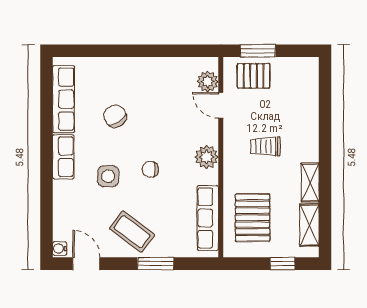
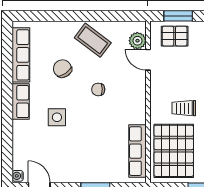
trolley: (265, 146) -> (184, 108), moved
plant: (207, 157) -> (137, 102), removed
chair: (150, 169) -> (98, 89), moved
pallet: (253, 218) -> (174, 151), width x1.37, depth x1.41
coffee table: (132, 232) -> (93, 40), moved

